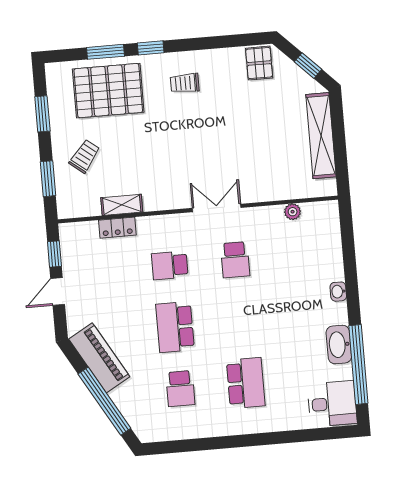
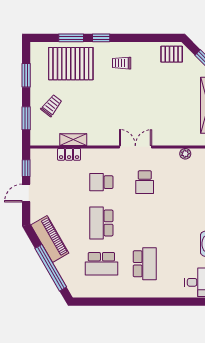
pallet: (259, 63) -> (172, 54), turned 90
school desk: (180, 389) -> (101, 264), width x1.85

